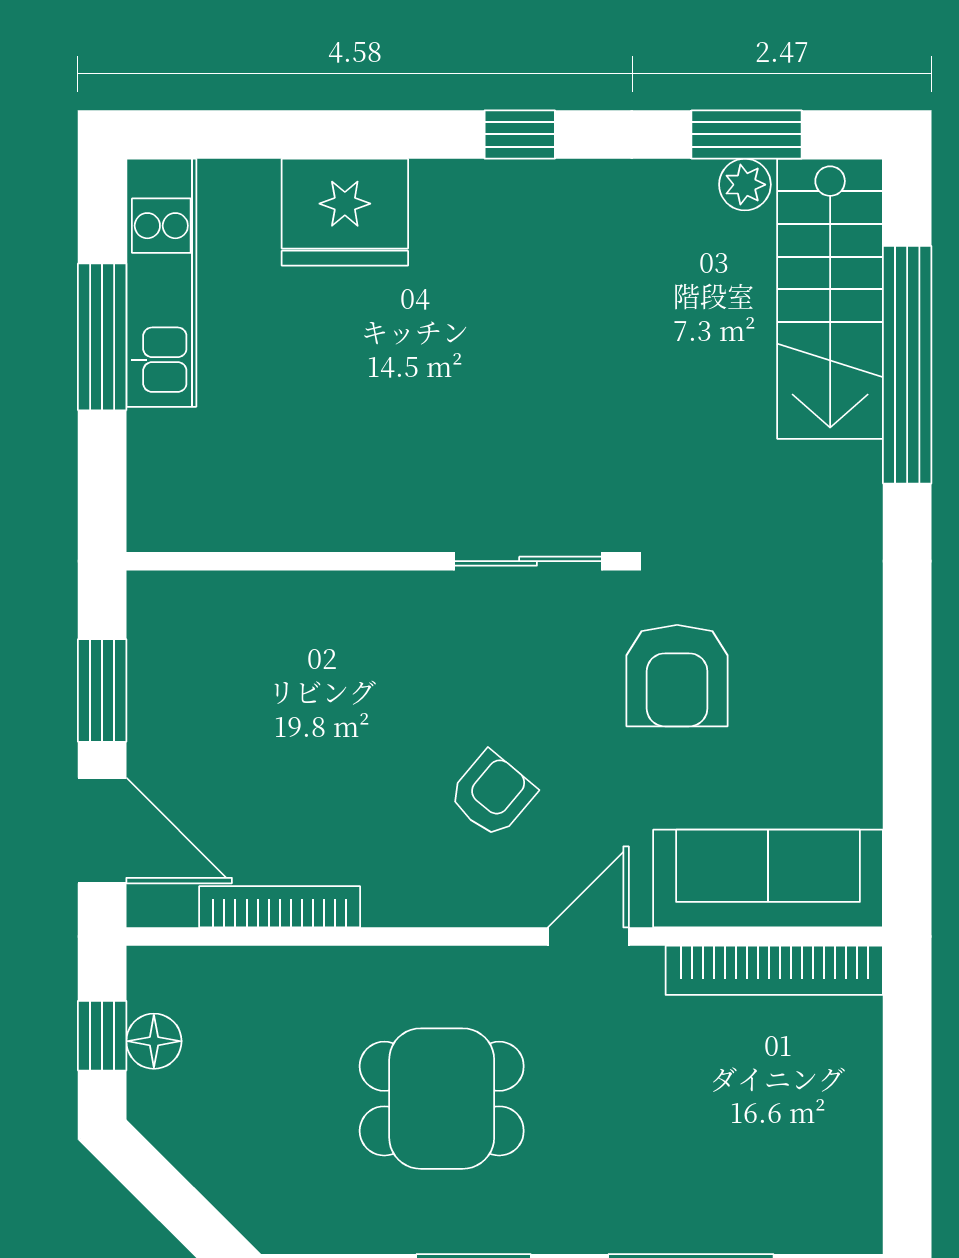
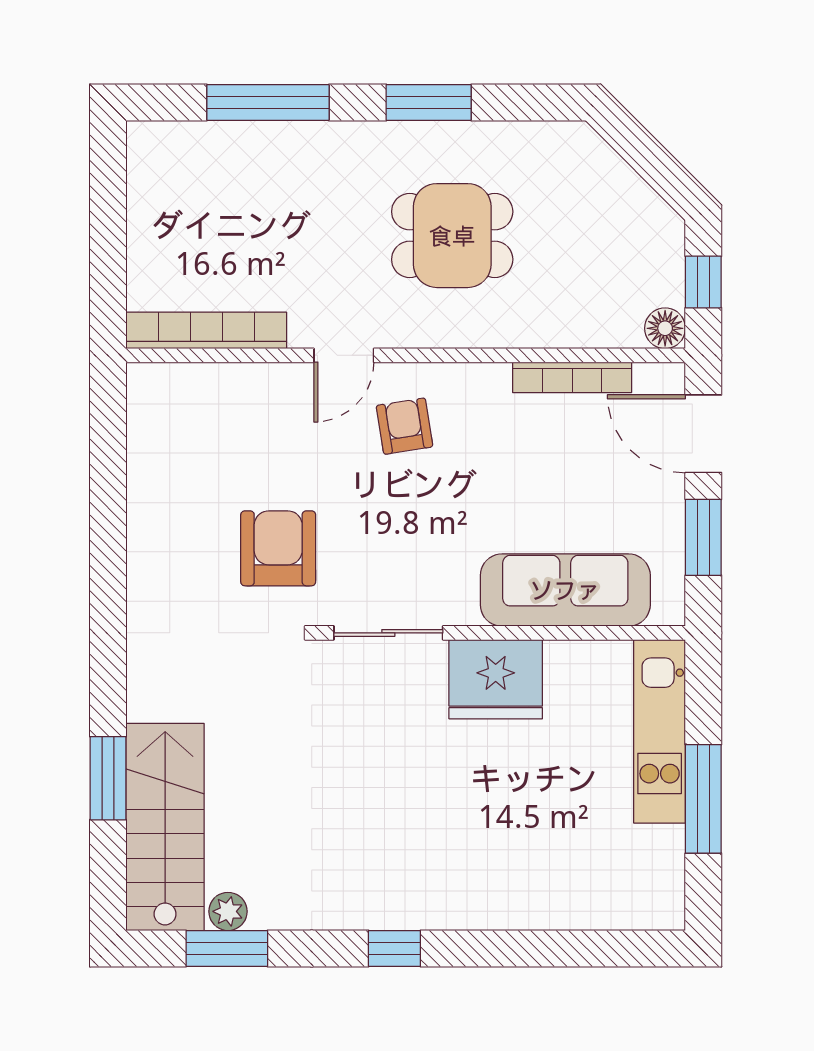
fridge: (345, 212) -> (496, 679), moved, turned 180
kitchen unit: (161, 283) -> (660, 731), moved
window: (907, 365) -> (108, 778), width x0.47
armchair: (492, 794) -> (405, 426), moved, turned 131
sofa: (768, 879) -> (565, 590), moved, turned 180
floor lamp: (154, 1041) -> (665, 328), moved

